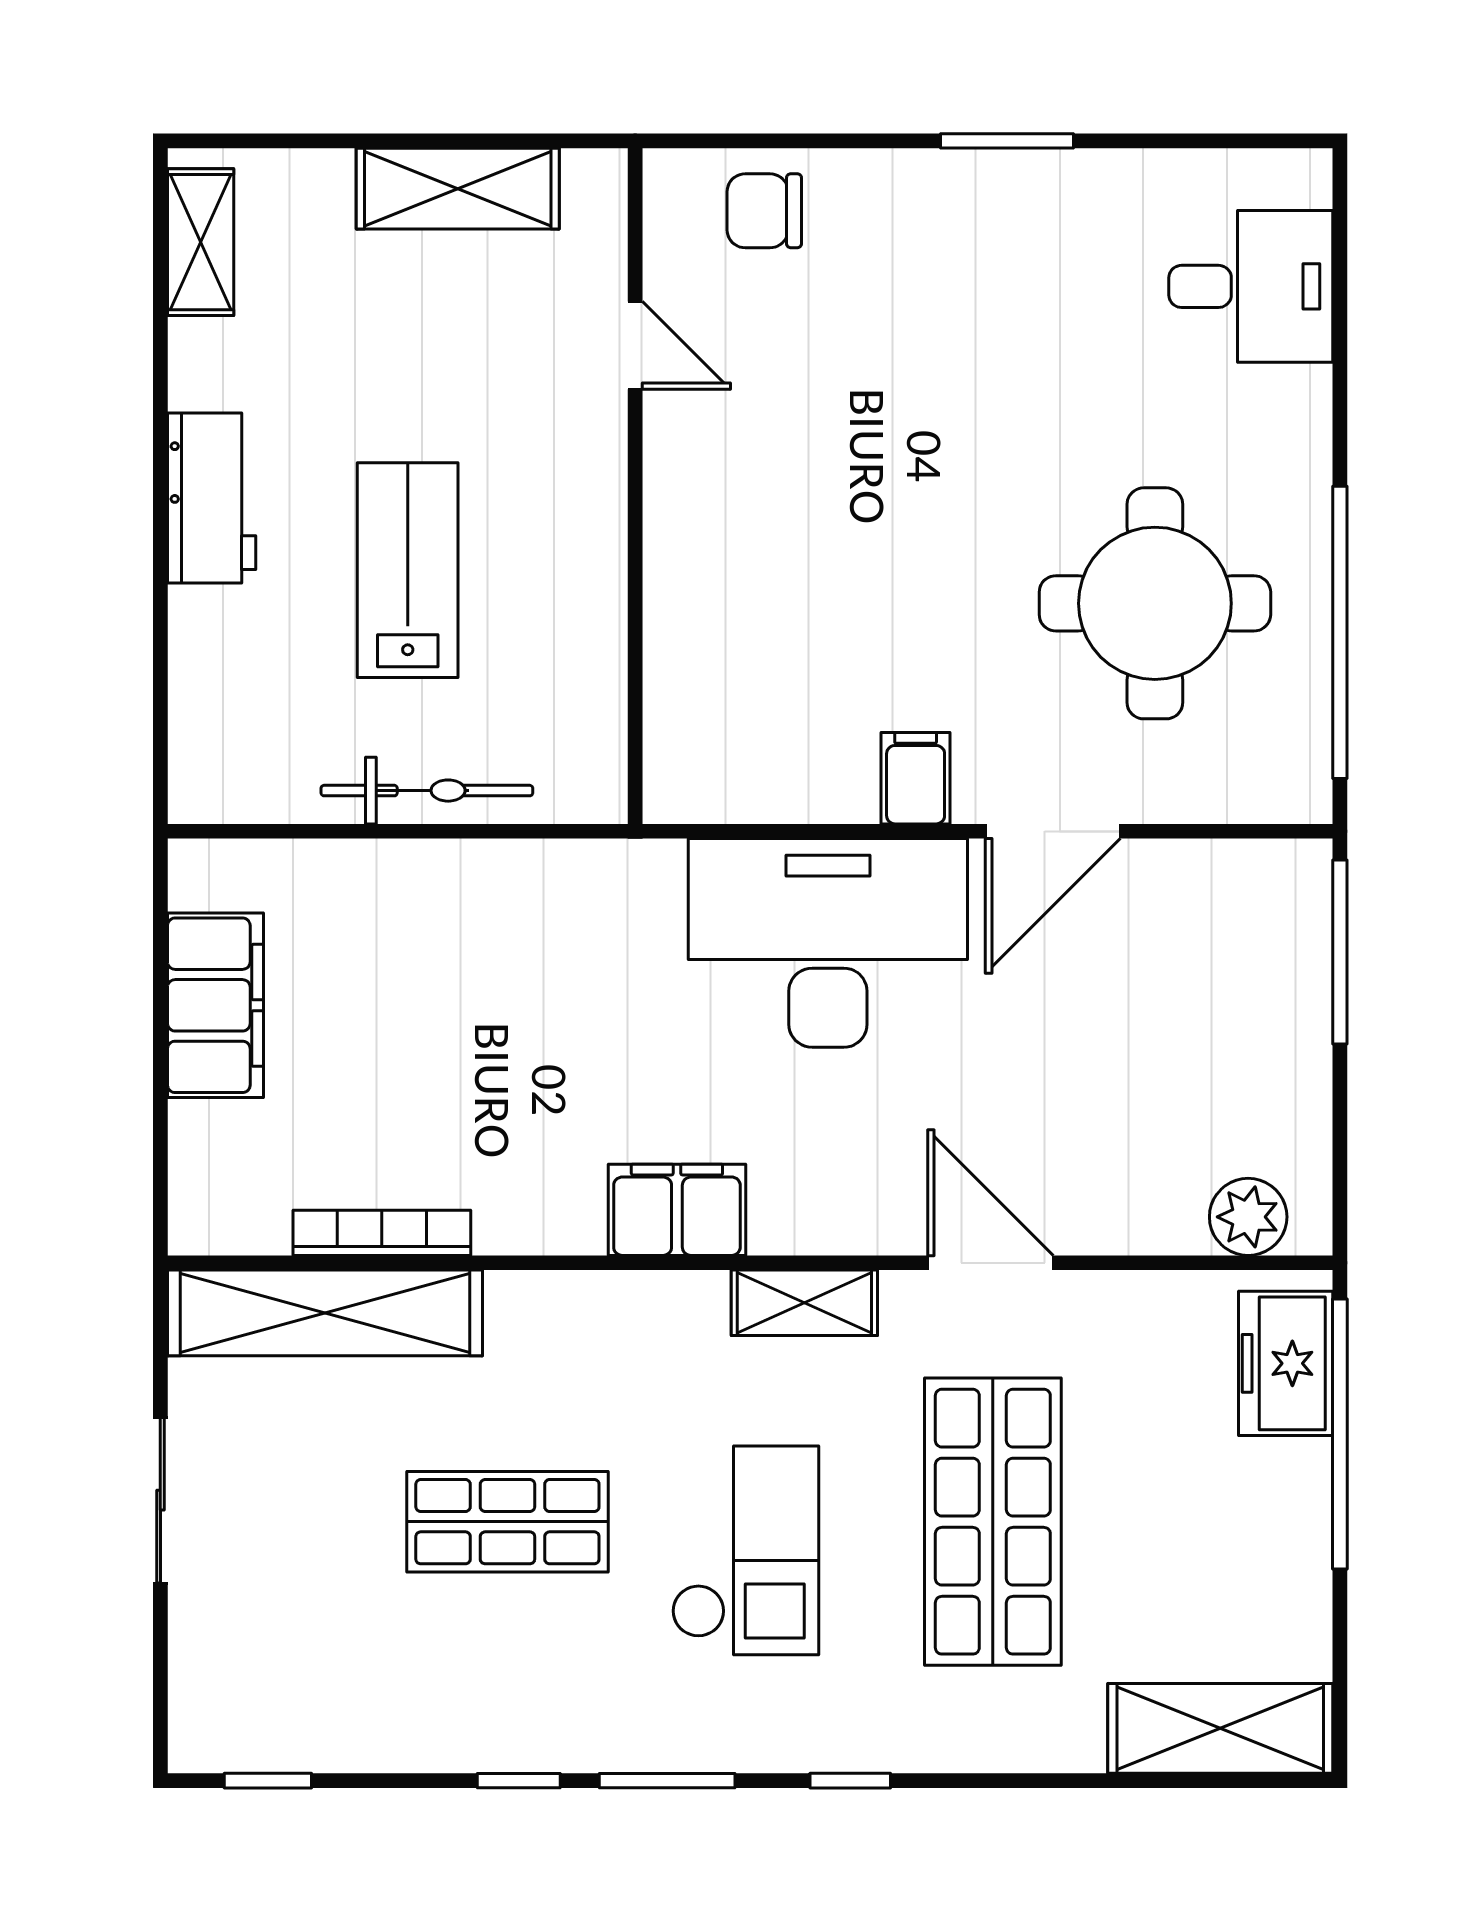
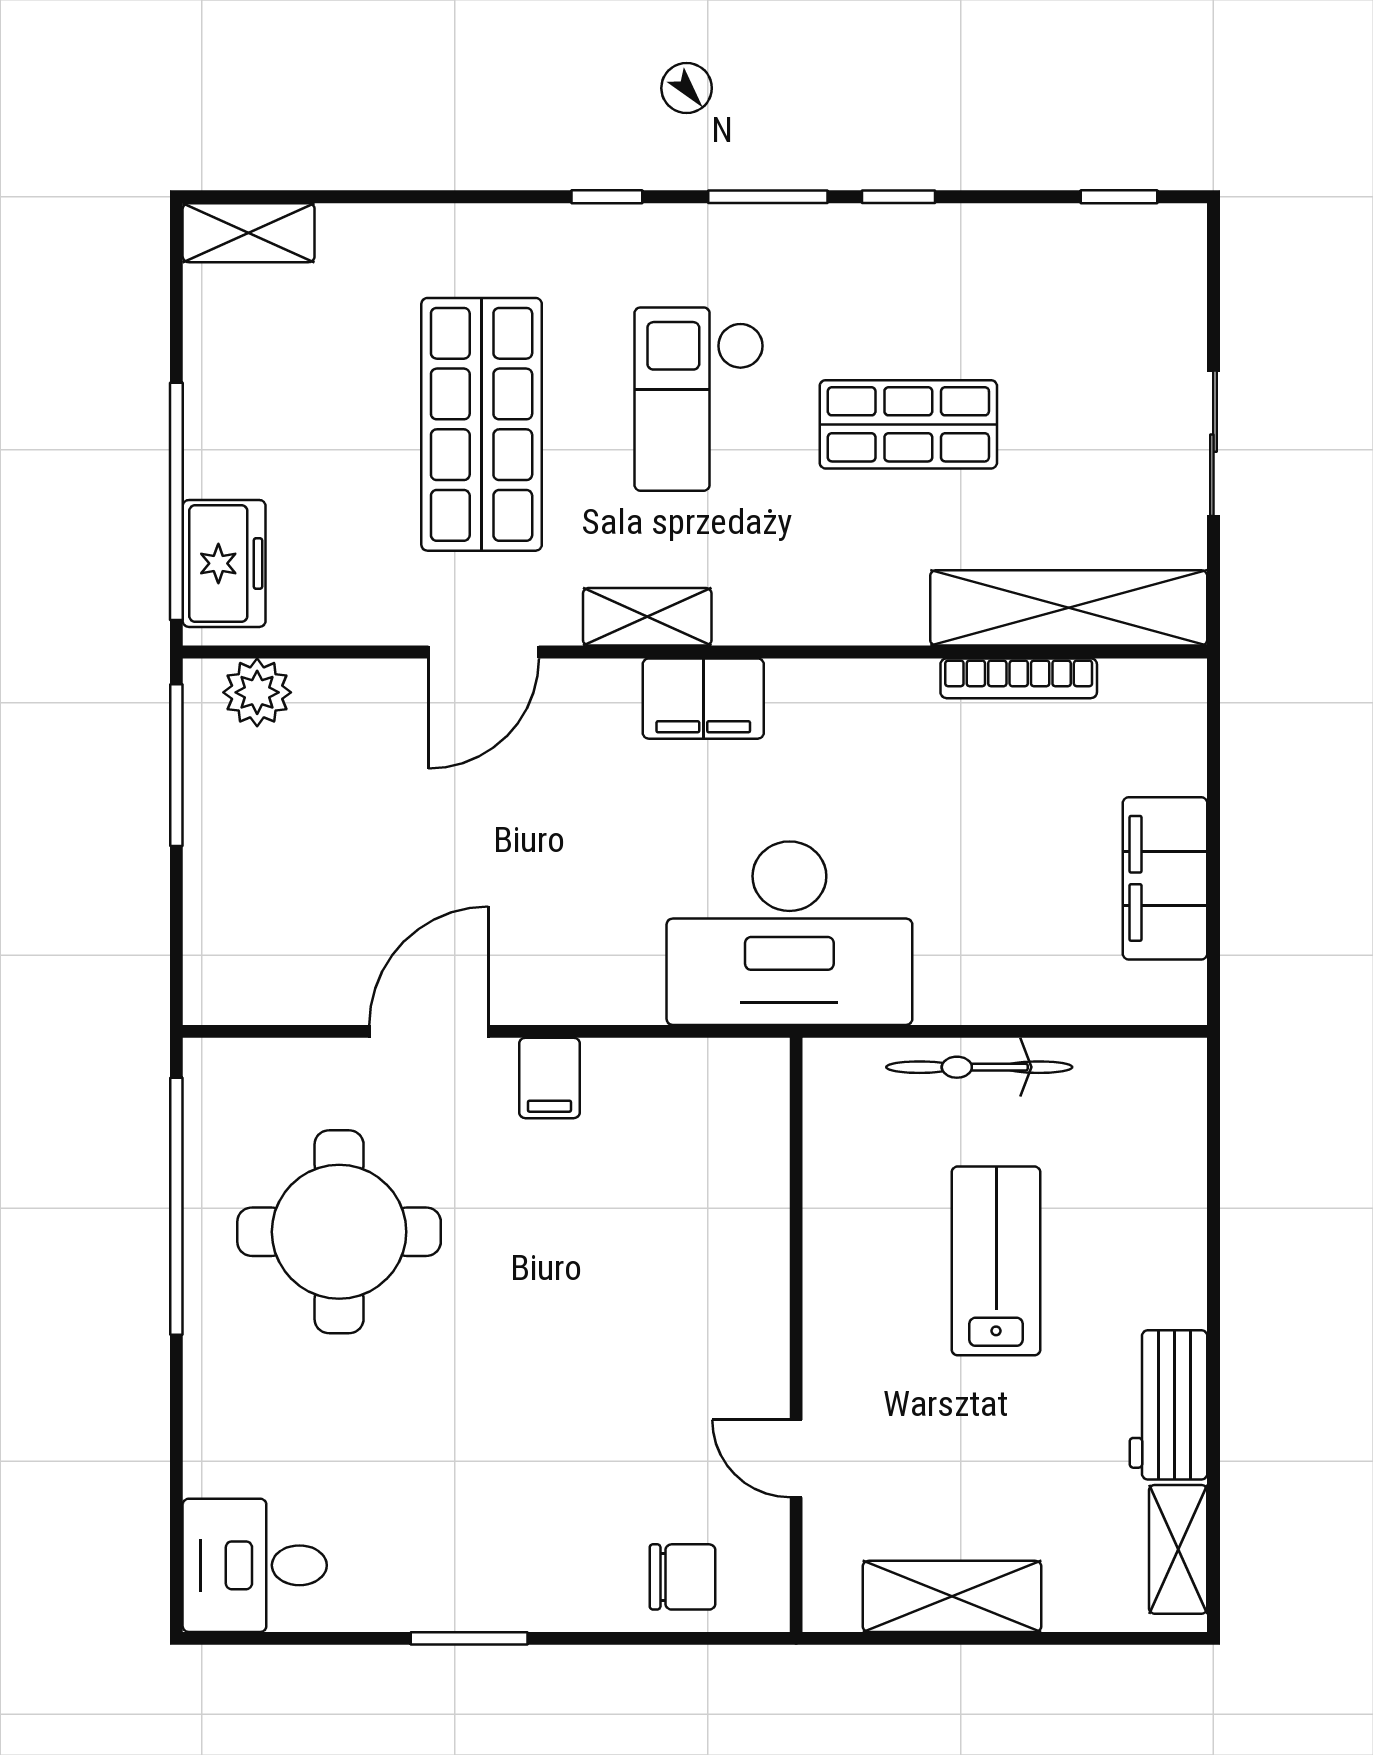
desk: (1251, 286) -> (255, 1565), moved
workbench: (212, 498) -> (1168, 1405), moved
lab bench: (408, 570) -> (996, 1261), turned 180
desk: (828, 943) -> (789, 933), moved
window: (1340, 952) -> (176, 765), moved
filing cabinet: (677, 1210) -> (703, 699), moved
door: (990, 1263) -> (484, 652), hinge flipped
shelving: (1220, 1728) -> (249, 233), width x0.67, depth x0.75

